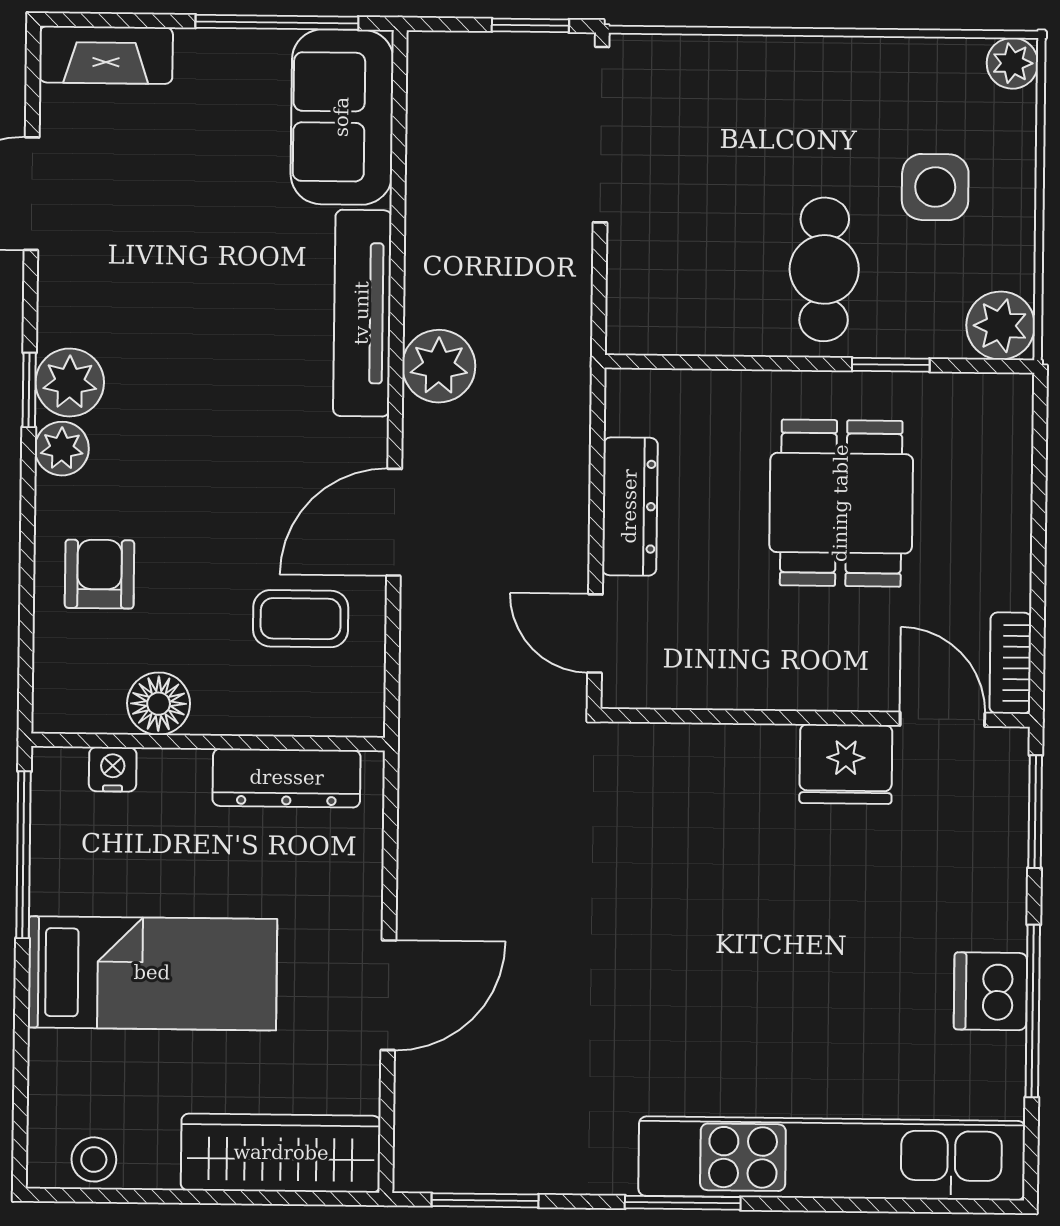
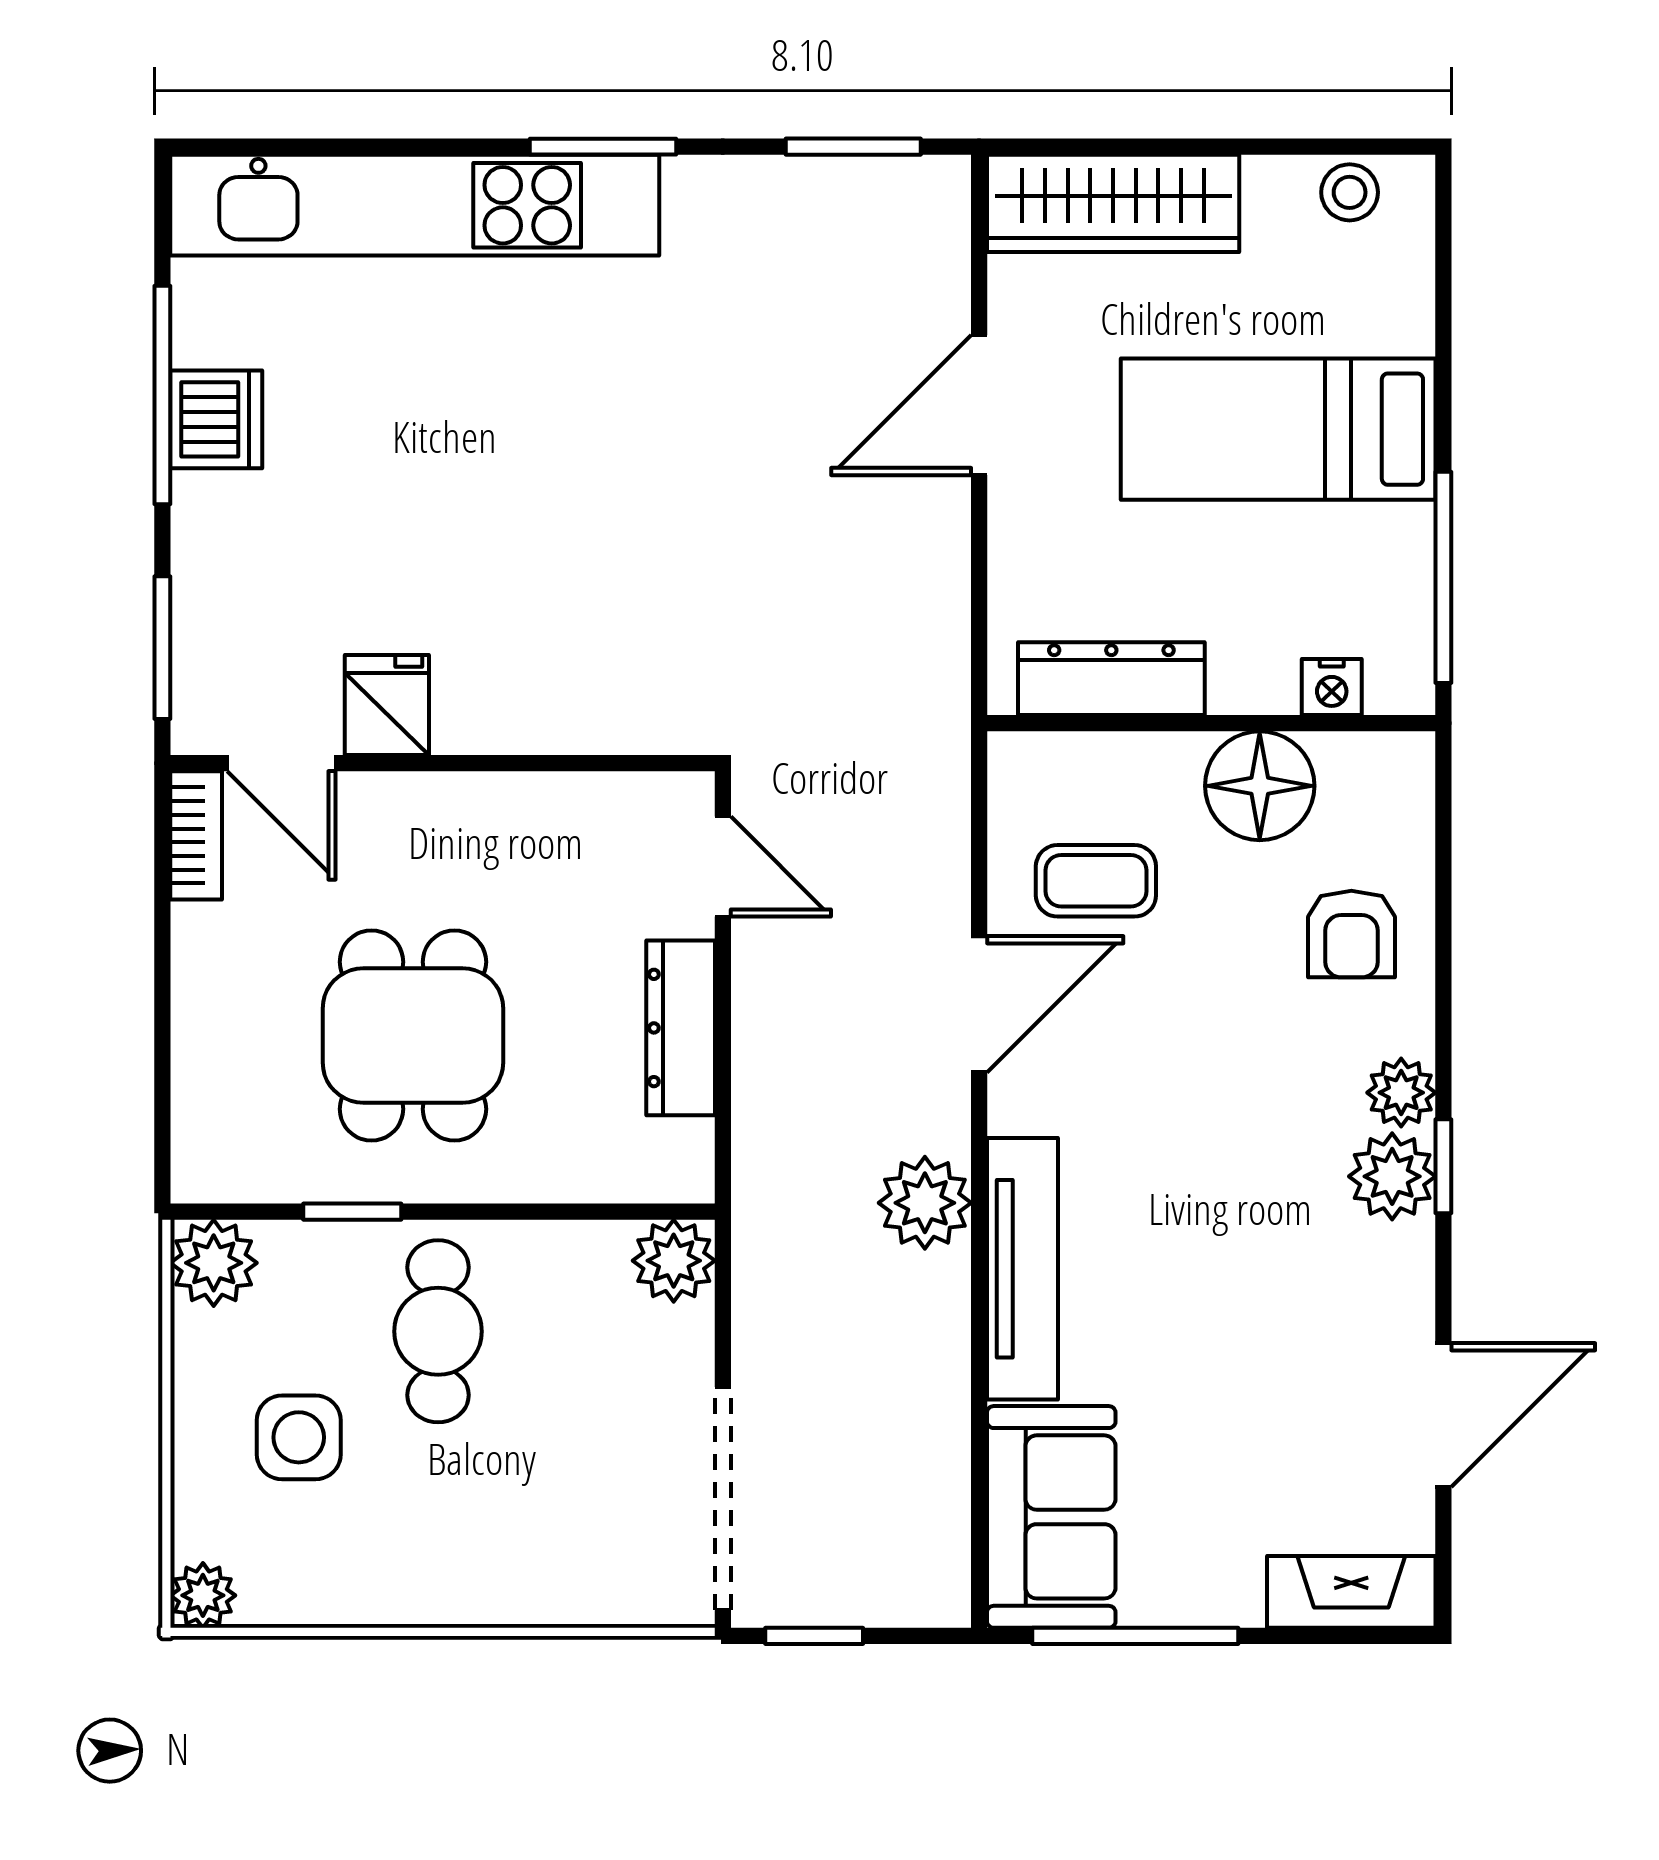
plant: (638, 323) -> (674, 1261), added
floor lamp: (159, 704) -> (1260, 786), width x1.38, depth x1.38
fridge: (846, 764) -> (387, 705), width x0.72

